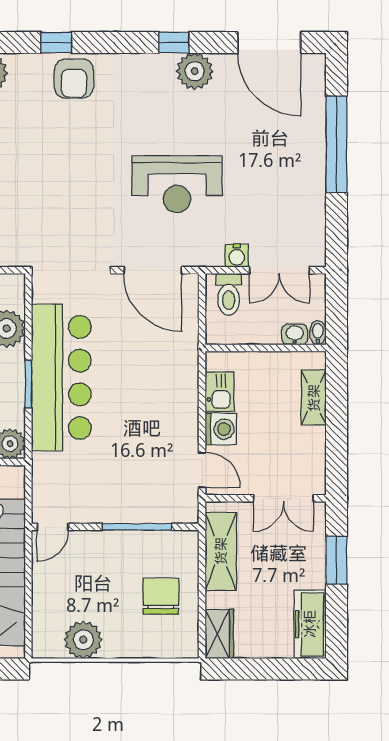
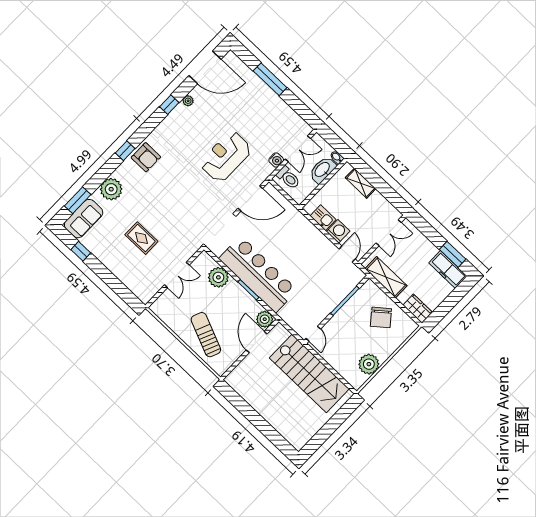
plant: (195, 71) -> (188, 101), width x0.53, depth x0.53
window: (336, 144) -> (270, 79), width x0.68
reception desk: (177, 184) -> (226, 157), turned 180
washbasin: (295, 334) -> (322, 170), width x1.91, depth x1.45
door: (202, 470) -> (347, 254), hinge flipped
window: (336, 560) -> (453, 254), moved
chair: (161, 596) -> (381, 317), turned -129

